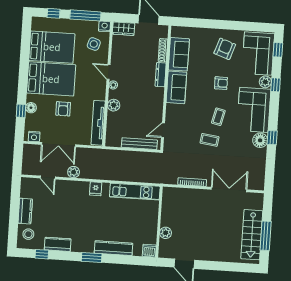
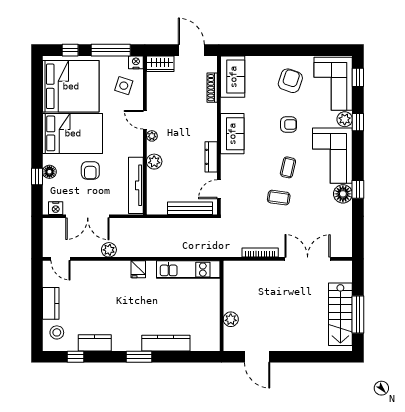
bed: (52, 47) -> (71, 86), width x1.36
sofa: (179, 54) -> (233, 77), moved
dresser: (161, 75) -> (211, 157), moved
door: (48, 177) -> (61, 259), moved
dishwasher: (149, 251) -> (212, 343), removed

